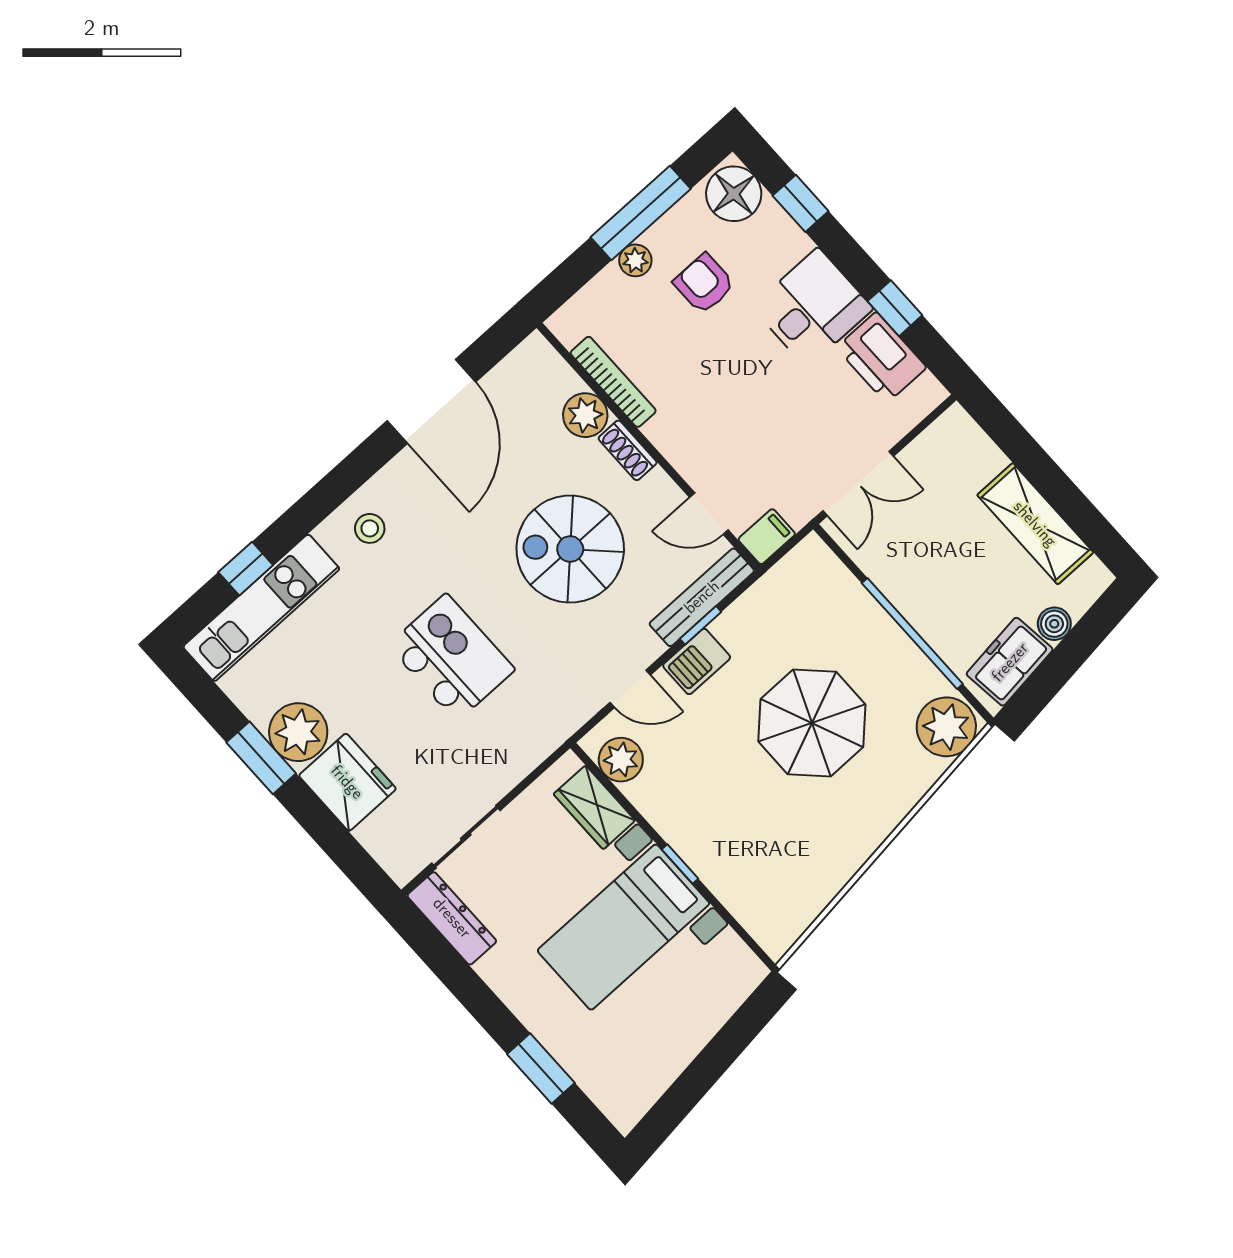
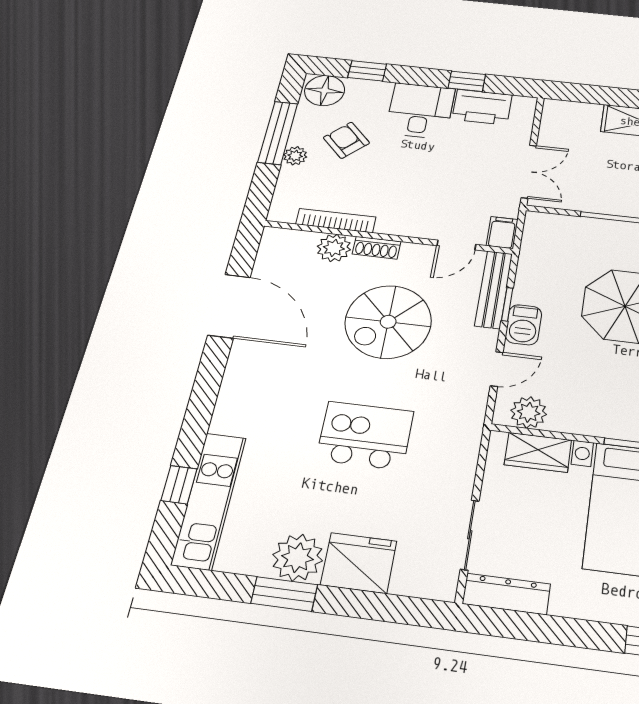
armchair: (704, 284) -> (346, 140), turned 46
stool: (370, 528) -> (247, 402), removed

